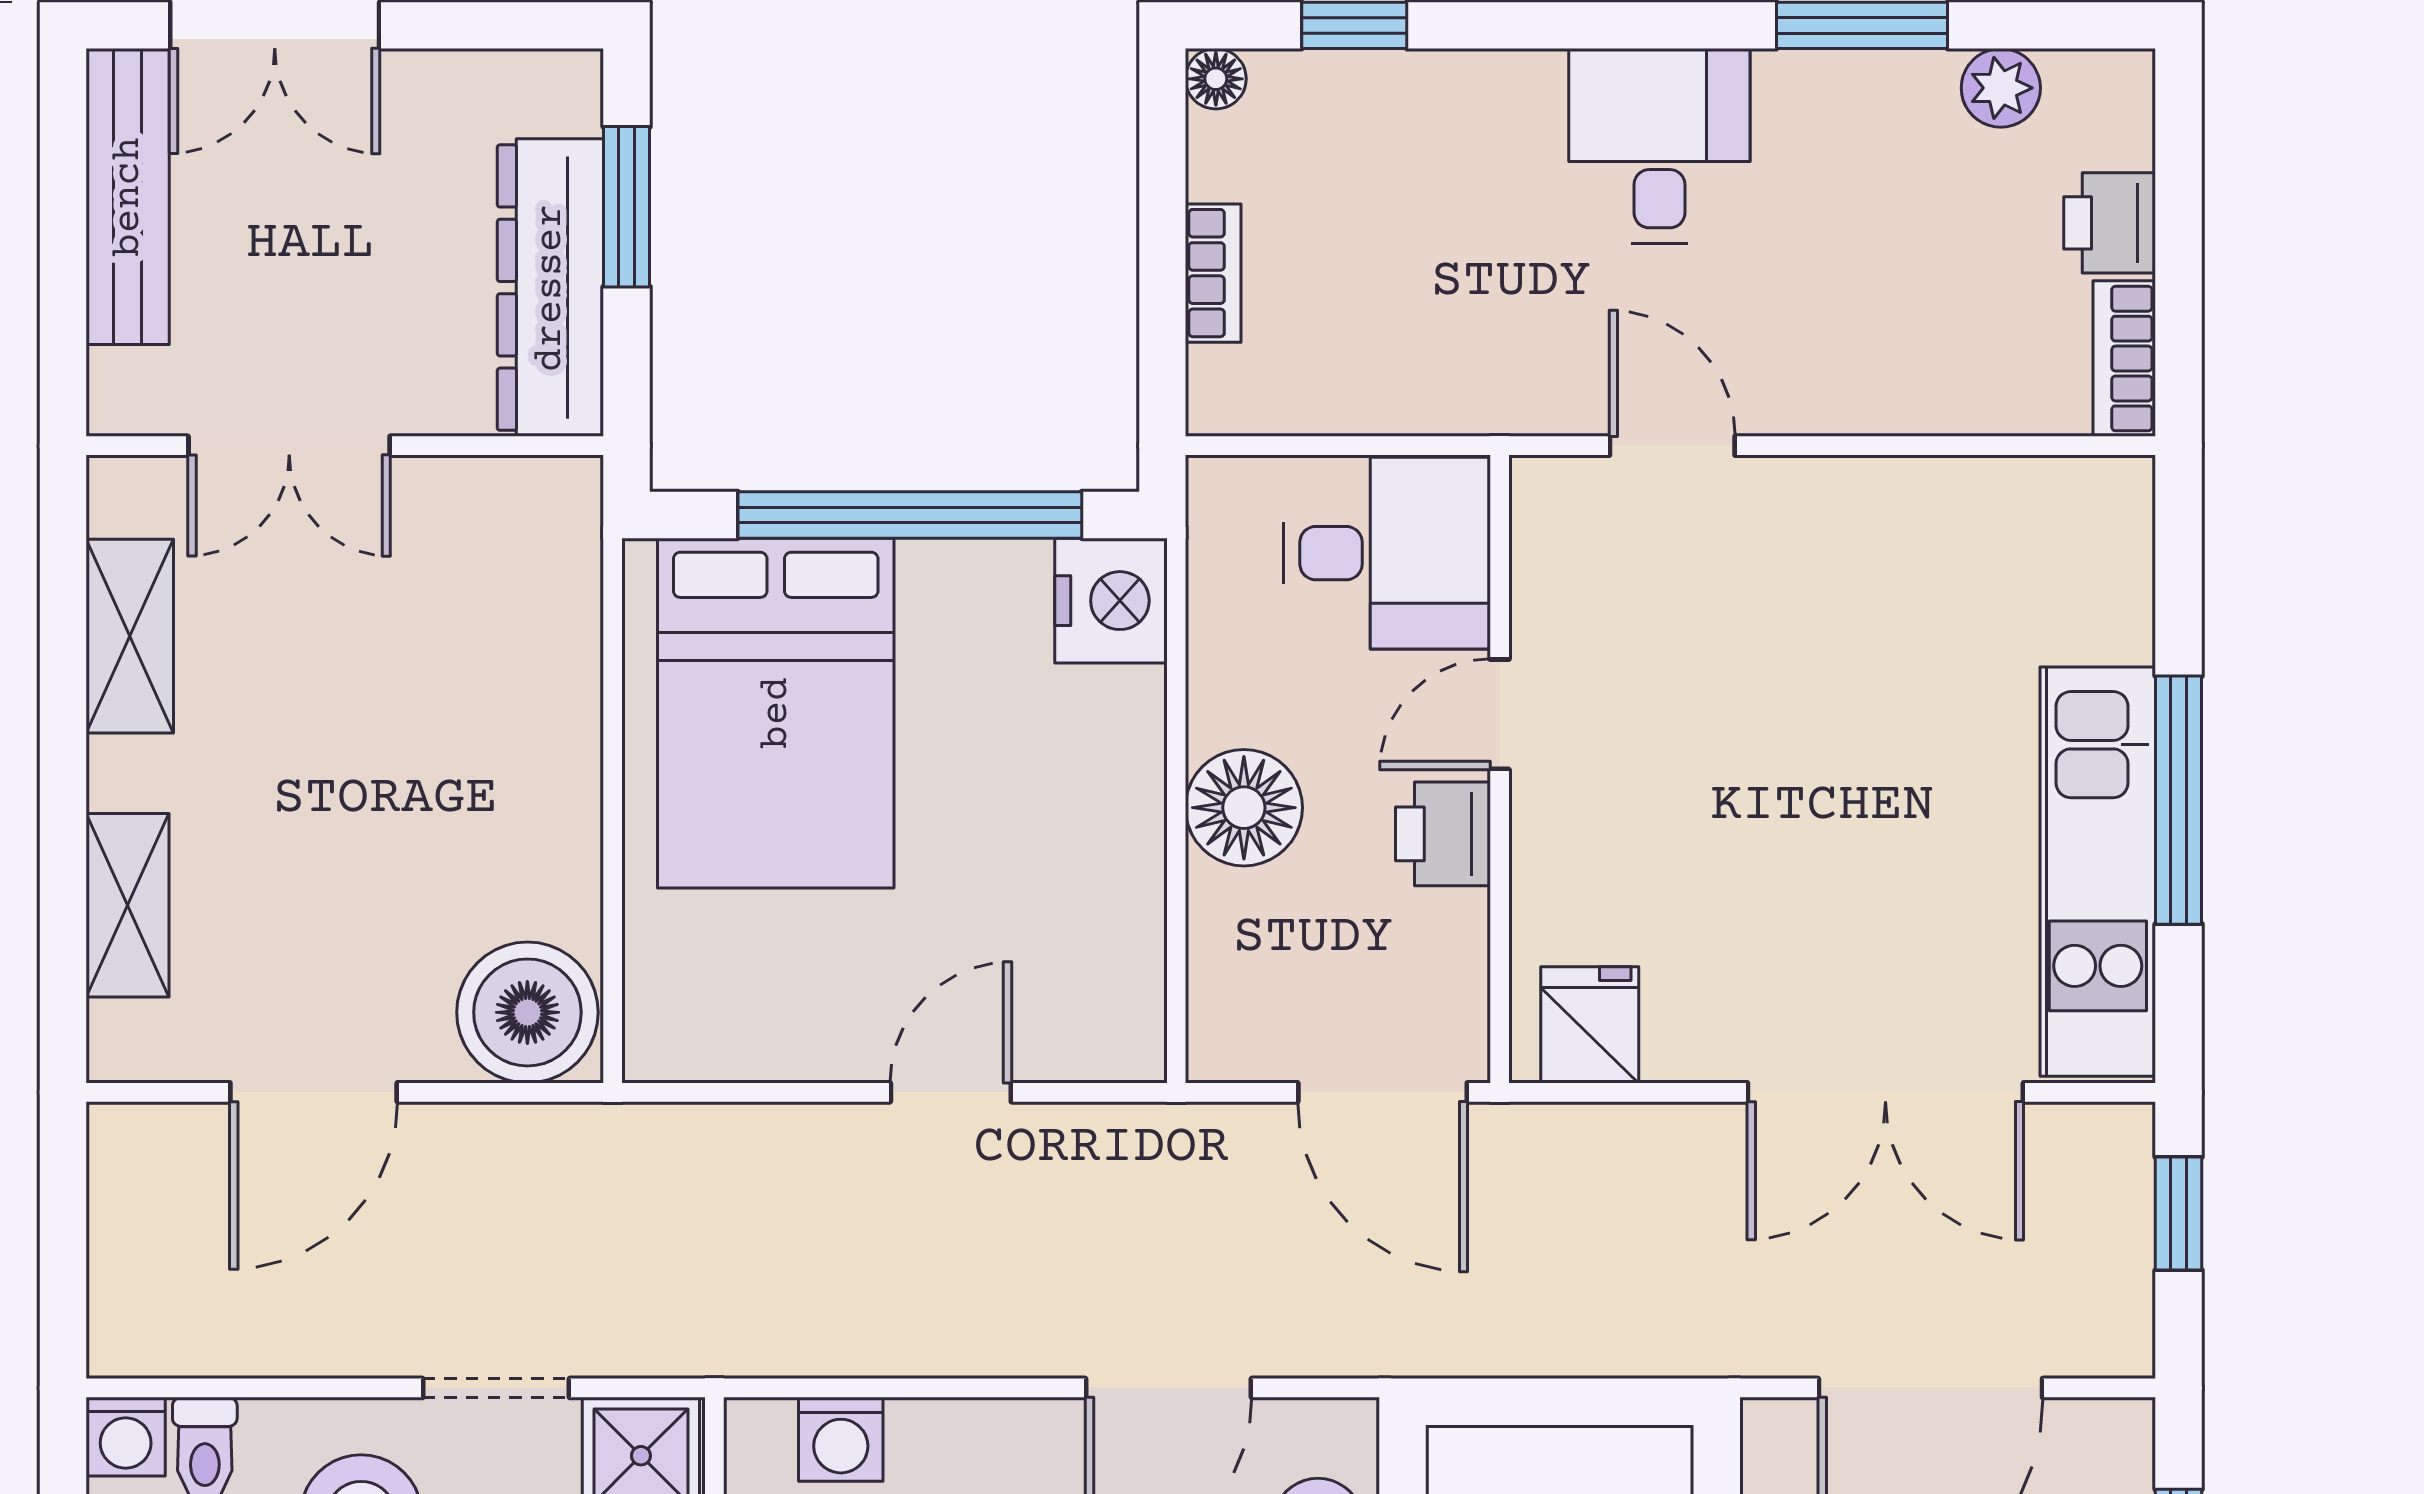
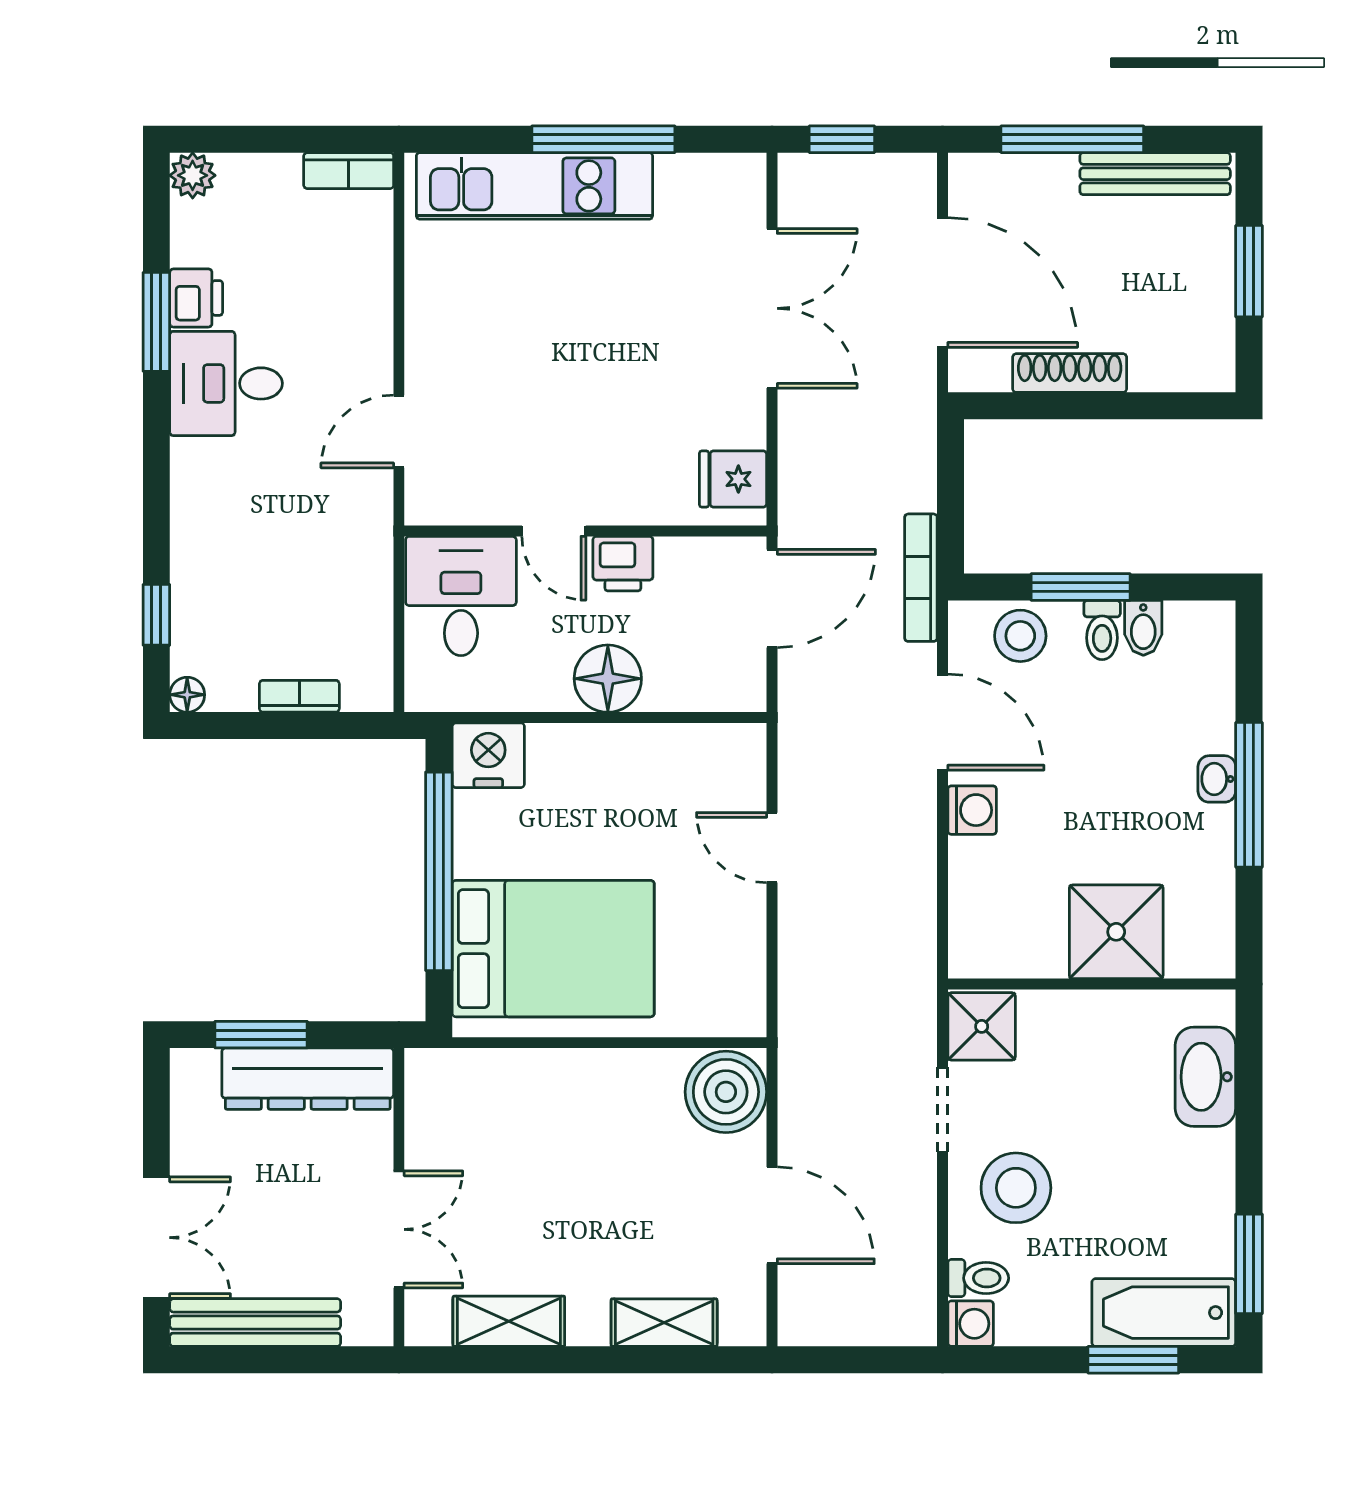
plant: (2001, 88) -> (193, 175), moved
desk: (1659, 146) -> (226, 383), moved
printer: (2110, 223) -> (196, 298), moved, turned -90
kitchen unit: (2098, 872) -> (534, 186), moved
bookcase: (1419, 1350) -> (921, 578), added
washing machine: (841, 1439) -> (972, 810), moved

